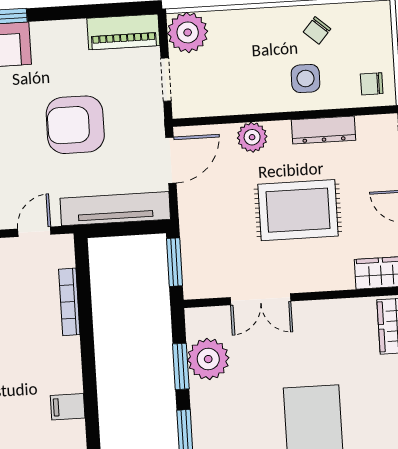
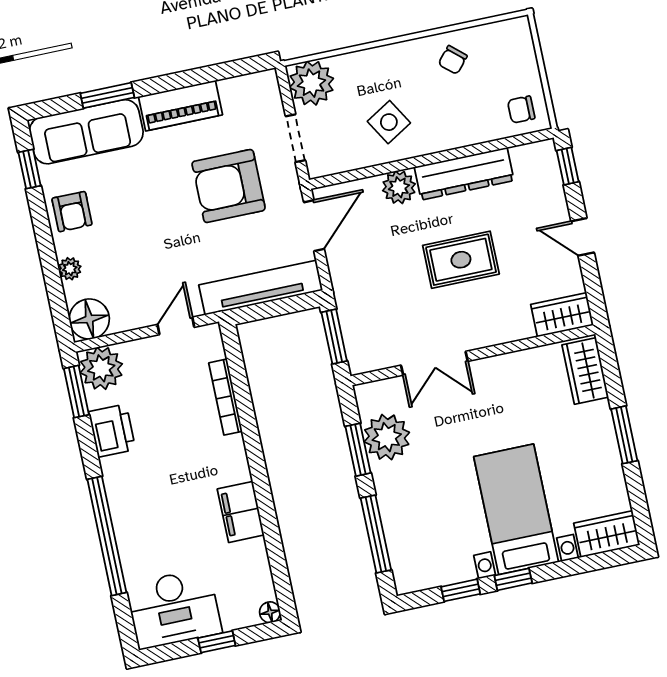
piano: (123, 32) -> (180, 106), moved
side table: (306, 78) -> (389, 122), moved, turned -31
armchair: (75, 125) -> (229, 186), moved
dresser: (323, 130) -> (464, 174), width x1.37, depth x1.24
rug: (298, 210) -> (461, 260), width x0.73, depth x0.70
filing cabinet: (68, 407) -> (241, 512), width x2.00

